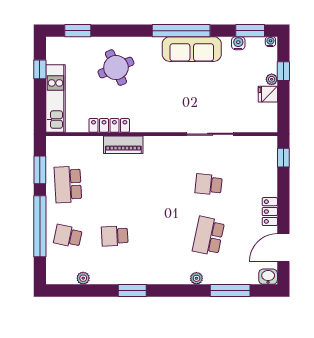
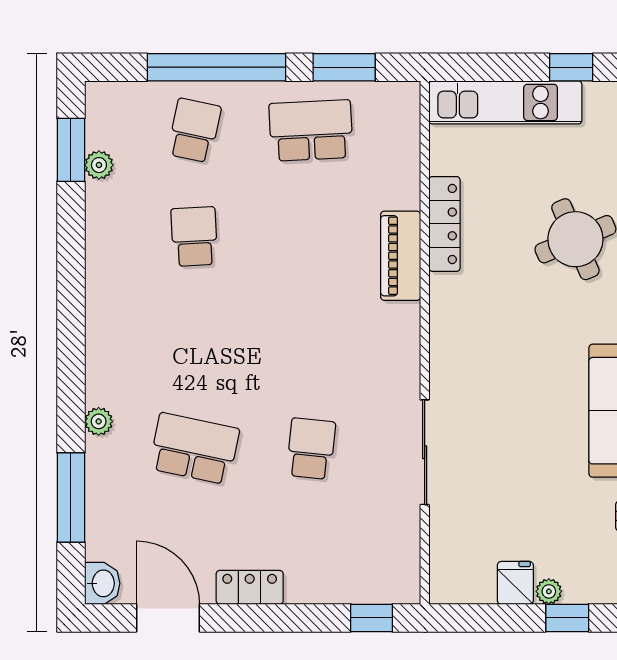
window: (132, 291) -> (71, 150), moved

